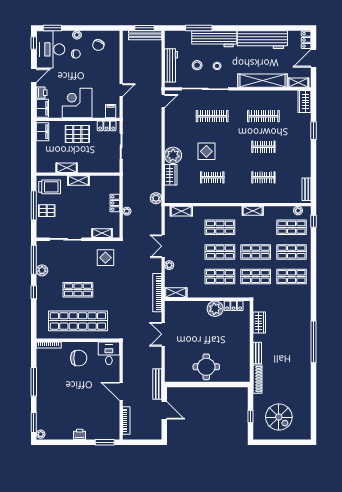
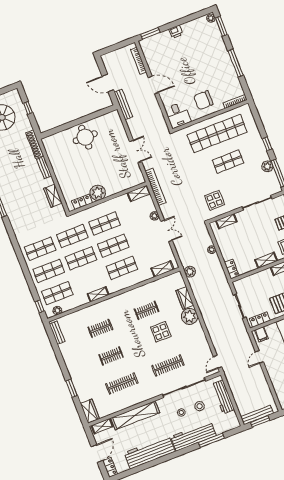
locker: (115, 203) -> (232, 269), moved

